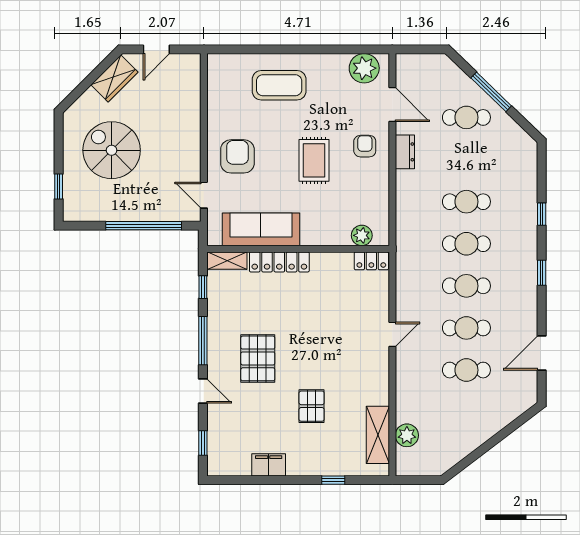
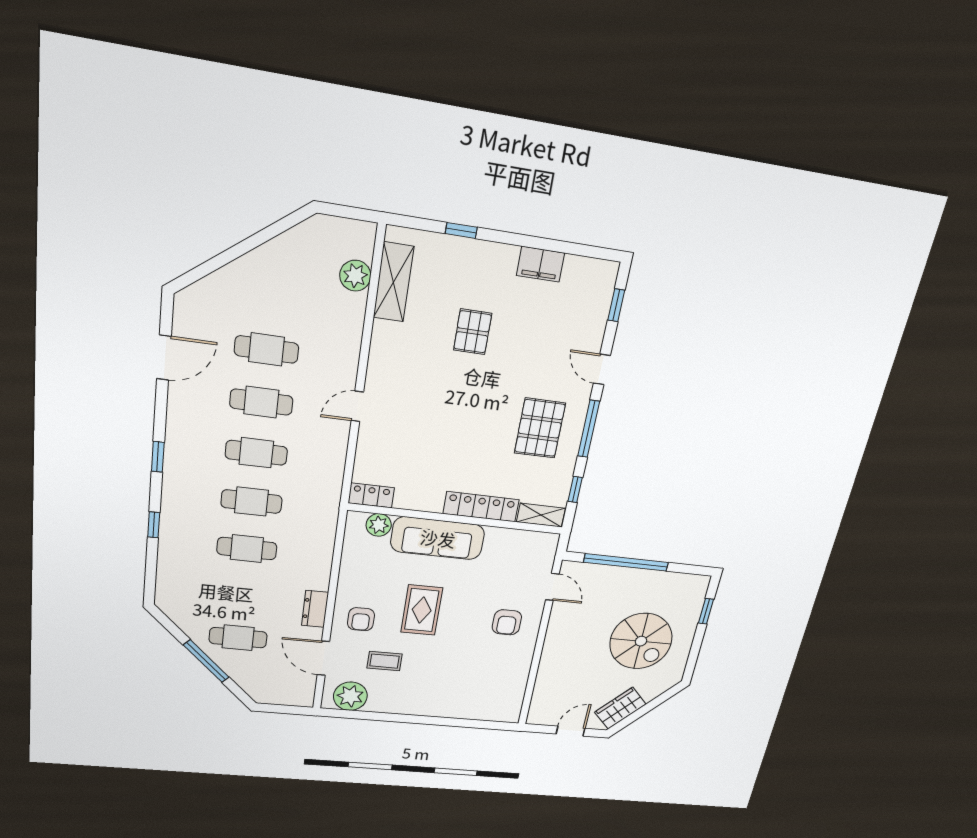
coffee table: (279, 85) -> (385, 661), moved, width x0.54, depth x0.58
armchair: (237, 156) -> (507, 622), width x0.72, depth x0.72
sofa: (261, 229) -> (438, 538), moved
pallet: (258, 358) -> (540, 428), moved

